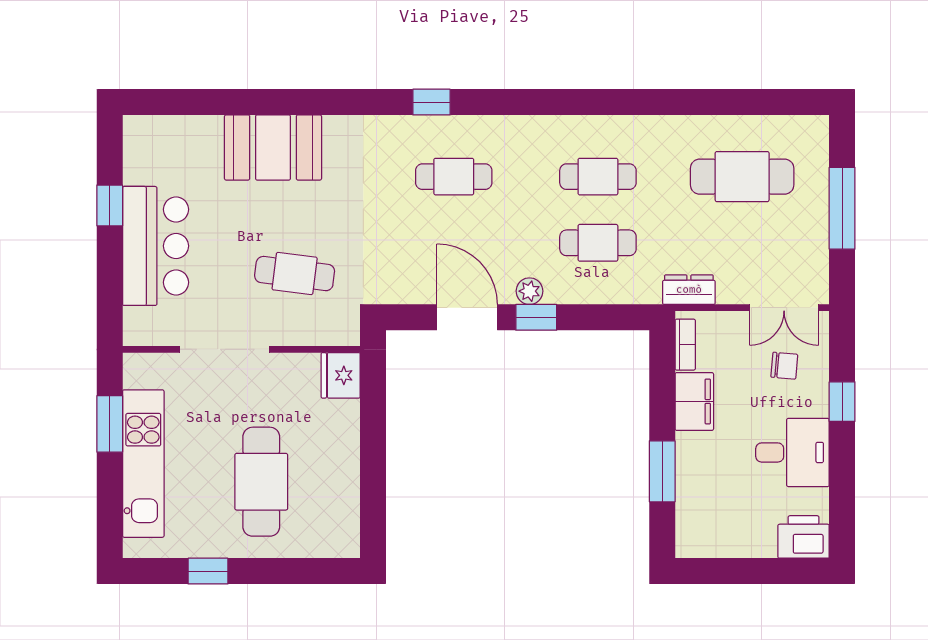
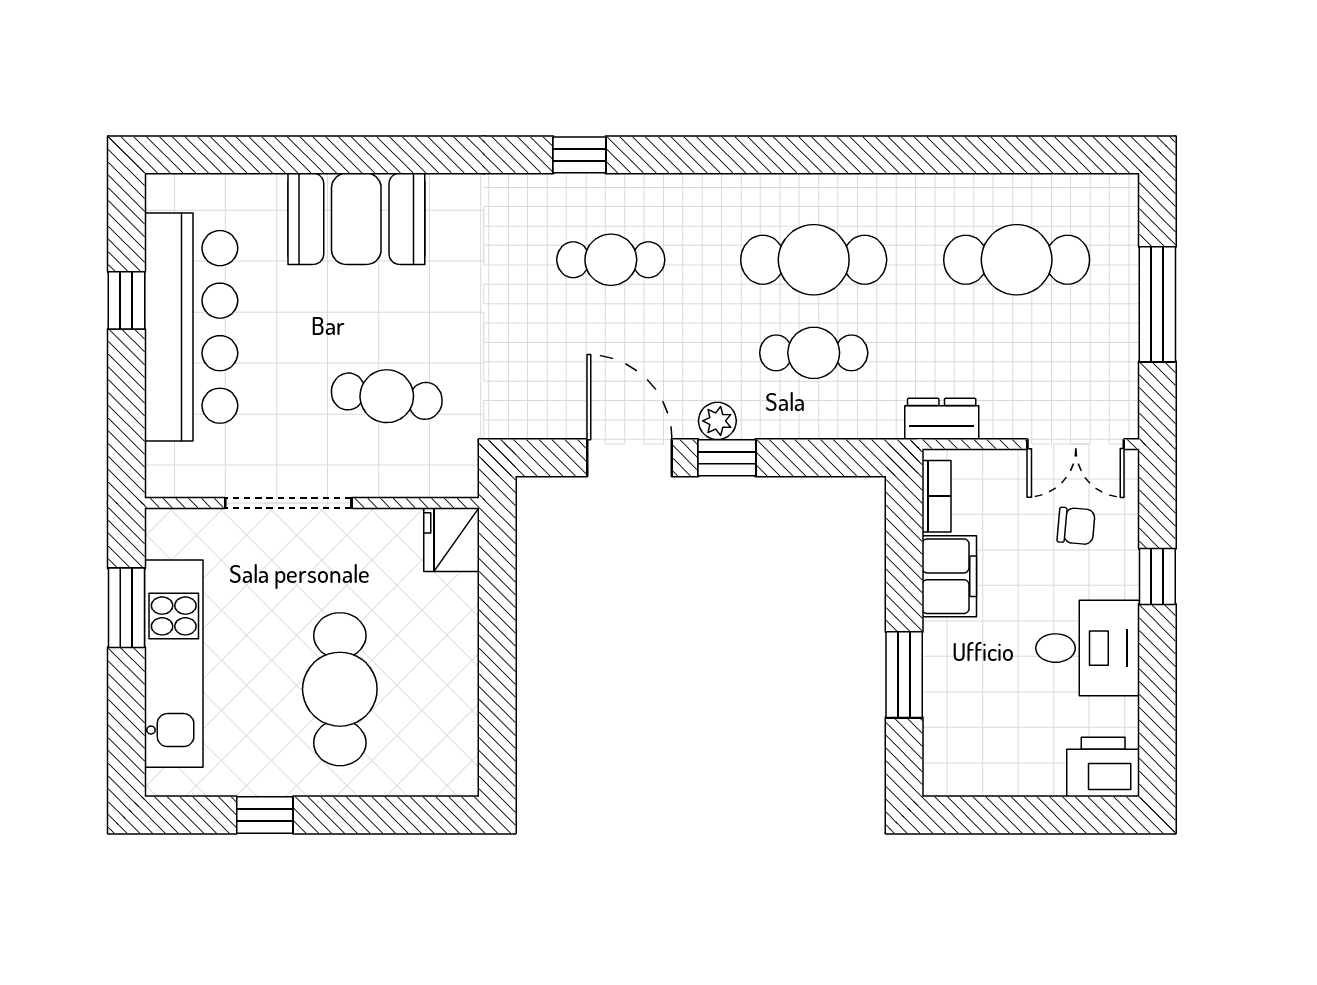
cafe table: (598, 177) -> (814, 260), width x1.37, depth x1.35
bar counter: (156, 246) -> (191, 327), width x1.36

